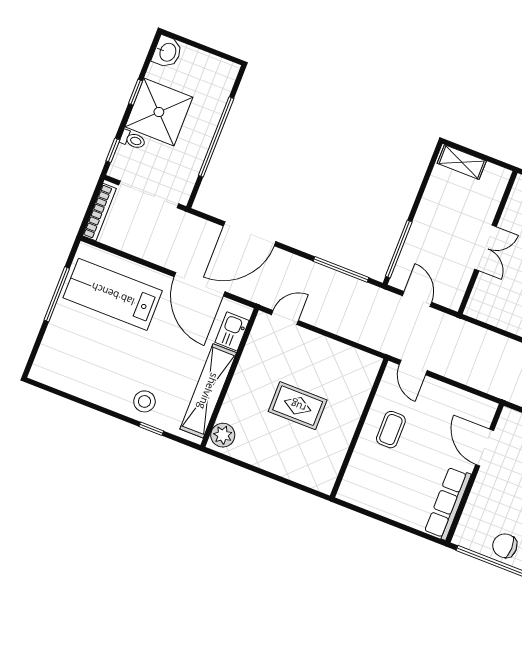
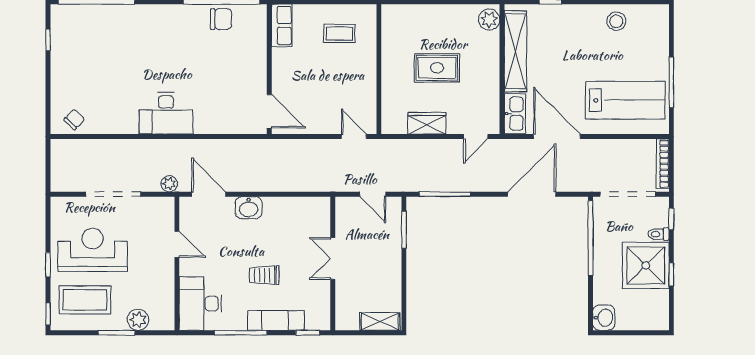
washbasin: (167, 52) -> (604, 318), moved, turned 180
window: (216, 137) -> (591, 238), moved
window: (399, 249) -> (404, 230), width x0.69
kitchen sink: (232, 331) -> (515, 114), width x1.38
wardrobe: (331, 352) -> (427, 123), added
stool: (144, 401) -> (616, 21), moved
coffee table: (391, 430) -> (339, 34), moved, turned 90
door: (485, 448) -> (269, 111), moved
row of seats: (448, 503) -> (282, 26), width x0.68

